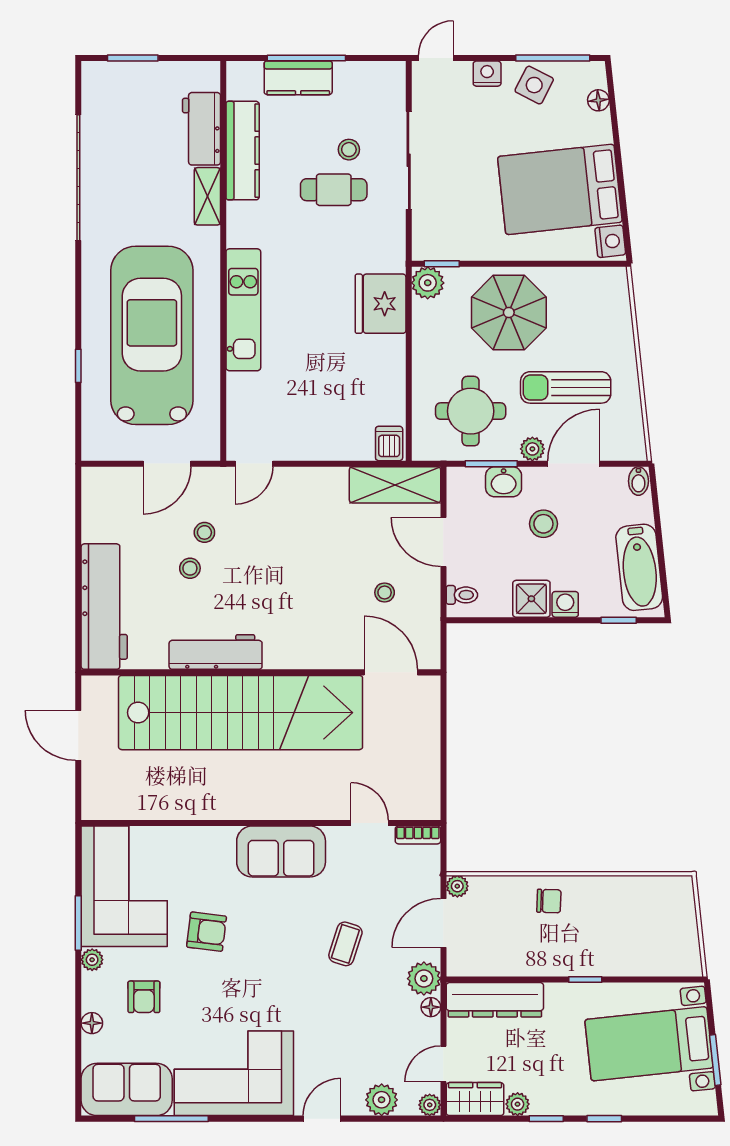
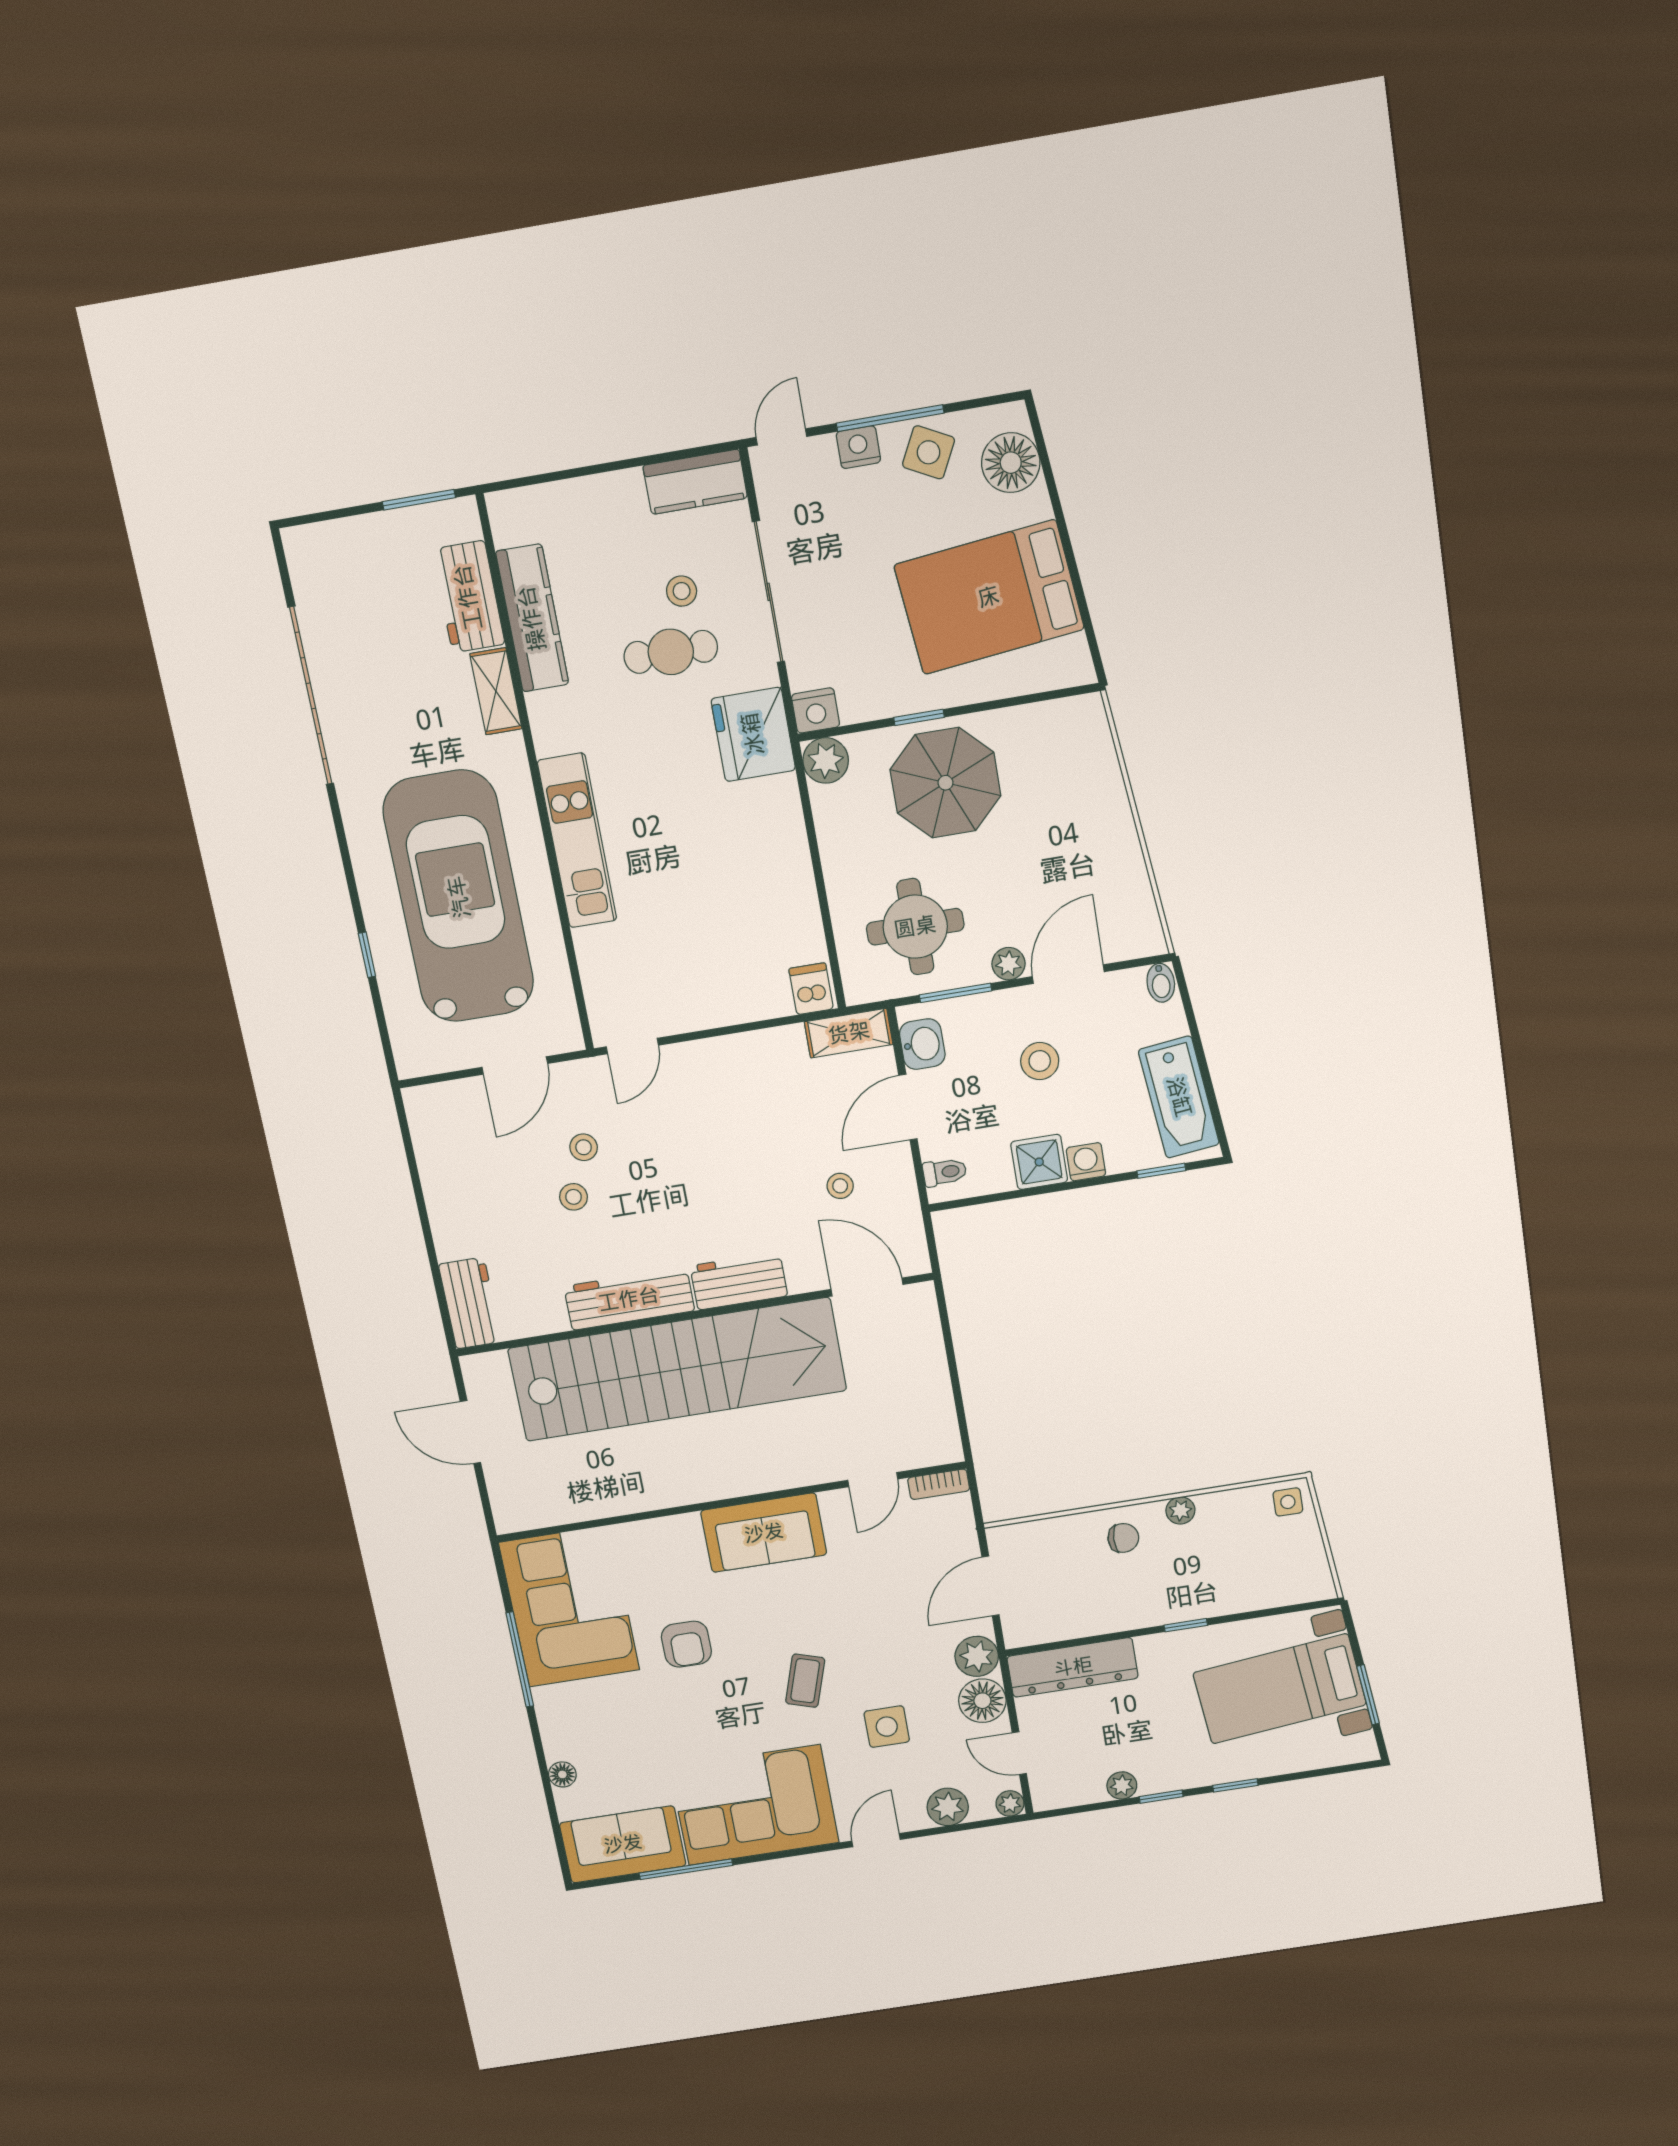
window: (133, 58) -> (419, 500), moved
window: (306, 58) -> (597, 469), removed
window: (553, 58) -> (890, 418), moved
kitchen counter: (298, 78) -> (695, 482), moved
floor lamp: (598, 100) -> (1011, 463), width x1.89, depth x1.89
nightstand: (610, 241) -> (816, 710), moved, turned 96
window: (442, 264) -> (919, 717), moved
fridge: (381, 304) -> (753, 734), moved
sun lounger: (566, 387) -> (1041, 873), removed
washbasin: (504, 482) -> (922, 1044), moved, turned -90
shelving: (395, 485) -> (849, 1033), width x0.67, depth x0.75
door: (443, 542) -> (908, 1107), hinge flipped
workbench: (104, 607) -> (470, 1303), width x0.53, depth x0.76
workbench: (298, 652) -> (739, 1281), added
door: (370, 823) -> (873, 1480), swing flipped
plant: (457, 886) -> (1180, 1510), moved
side table: (676, 893) -> (1288, 1502), added
window: (78, 923) -> (520, 1660), width x1.44
armchair: (207, 932) -> (686, 1644), turned 83
coffee table: (345, 944) -> (805, 1681), moved
plant: (92, 960) -> (547, 1700), removed
armchair: (144, 997) -> (622, 1734), removed
floor lamp: (431, 1007) -> (982, 1701), width x1.89, depth x1.89
side table: (346, 1025) -> (887, 1727), added
door: (443, 1064) -> (1019, 1753), hinge flipped
wardrobe: (475, 1099) -> (1067, 1788), removed

